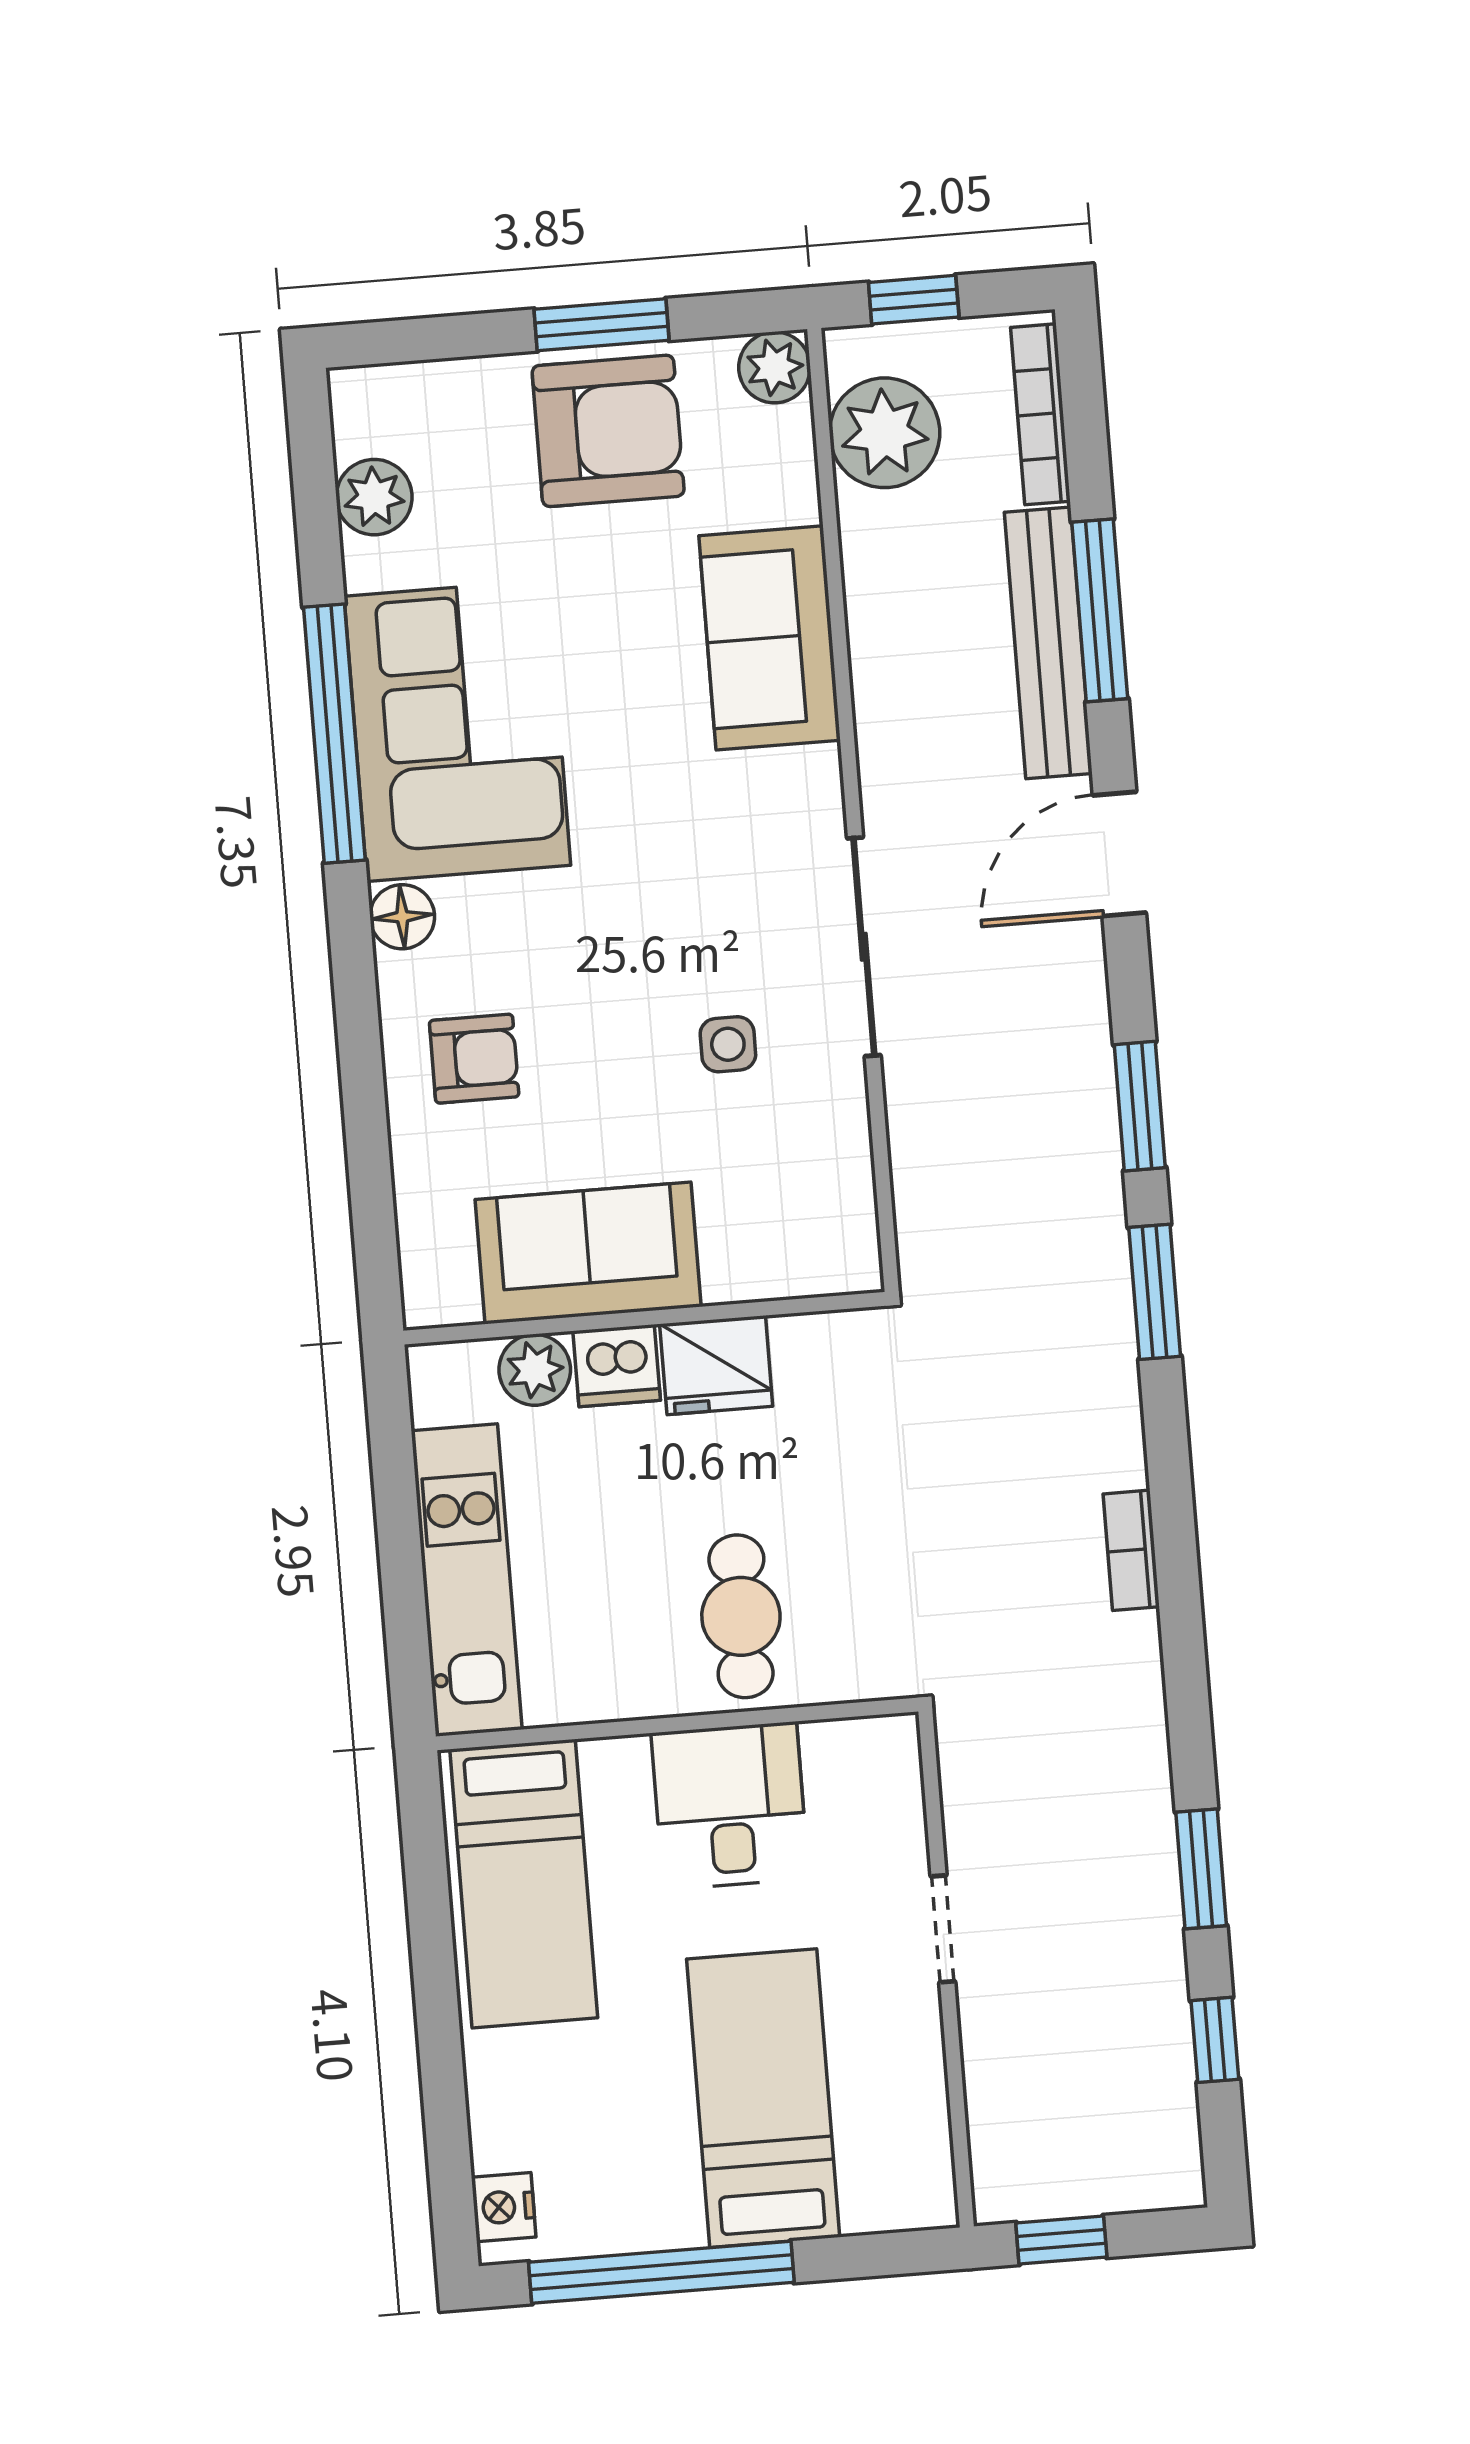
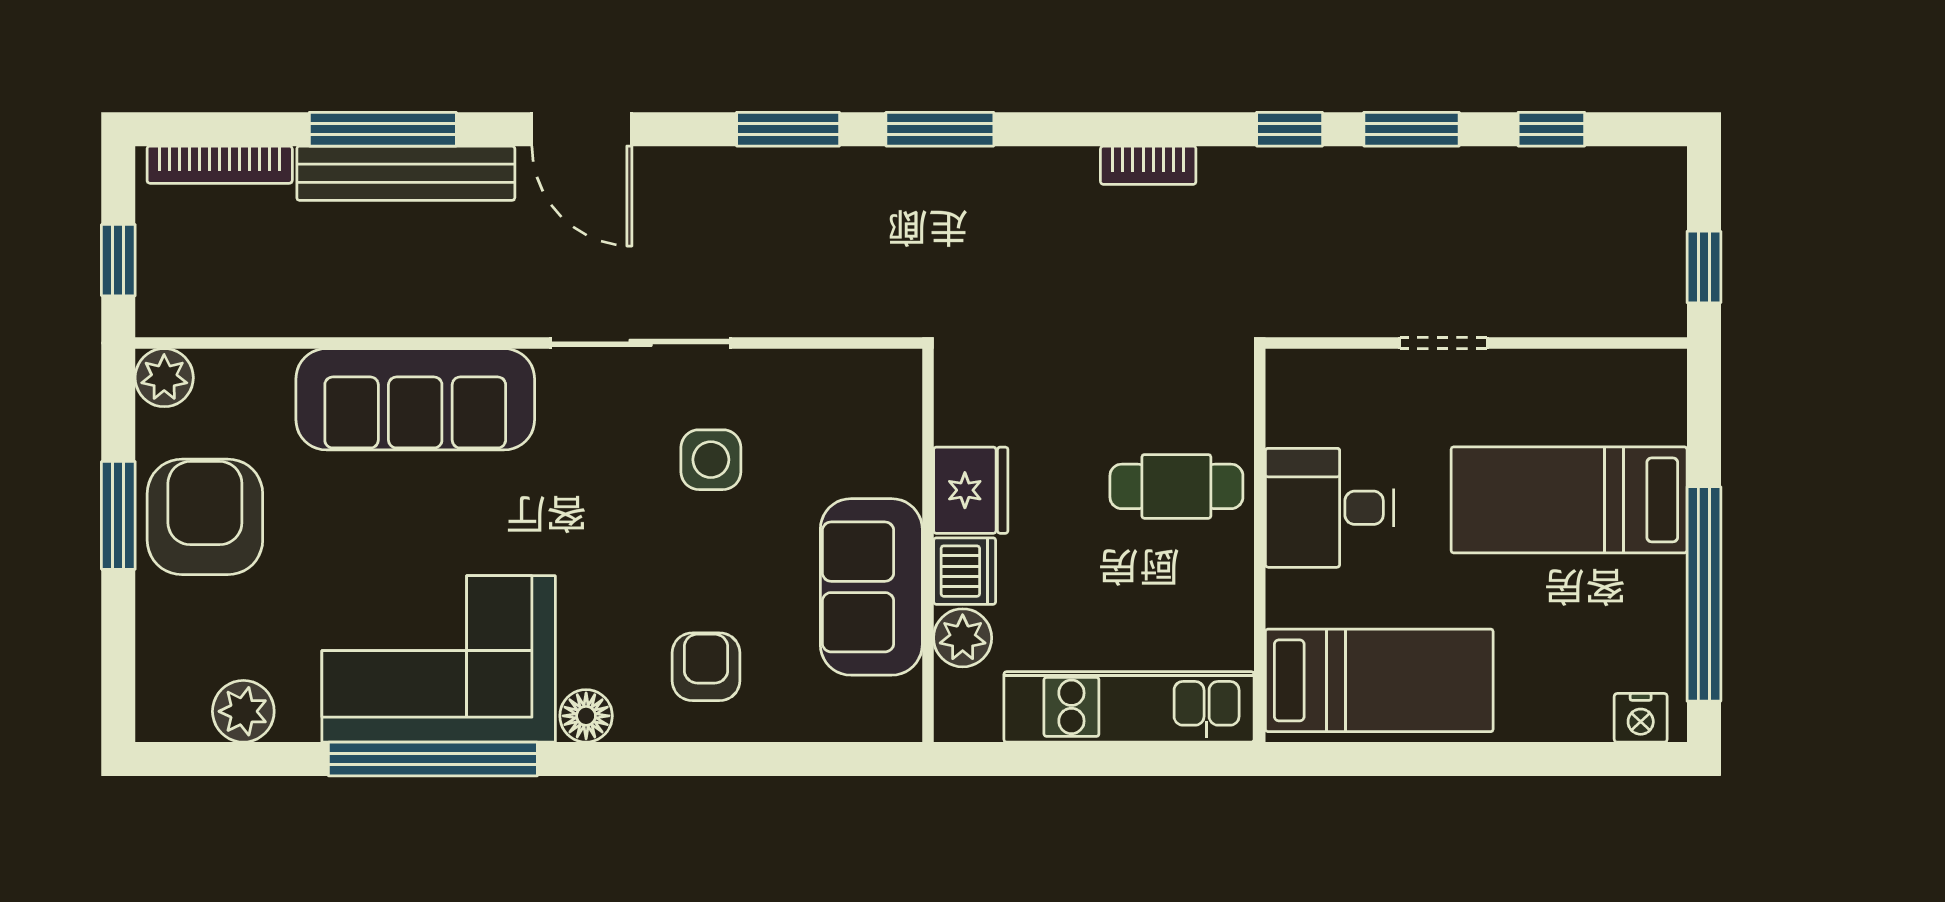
plant: (885, 433) -> (225, 292), removed
sofa: (770, 638) -> (415, 399), width x1.36
side table: (728, 1044) -> (711, 460), width x1.37, depth x1.37
window: (1189, 1720) -> (1290, 129), added

